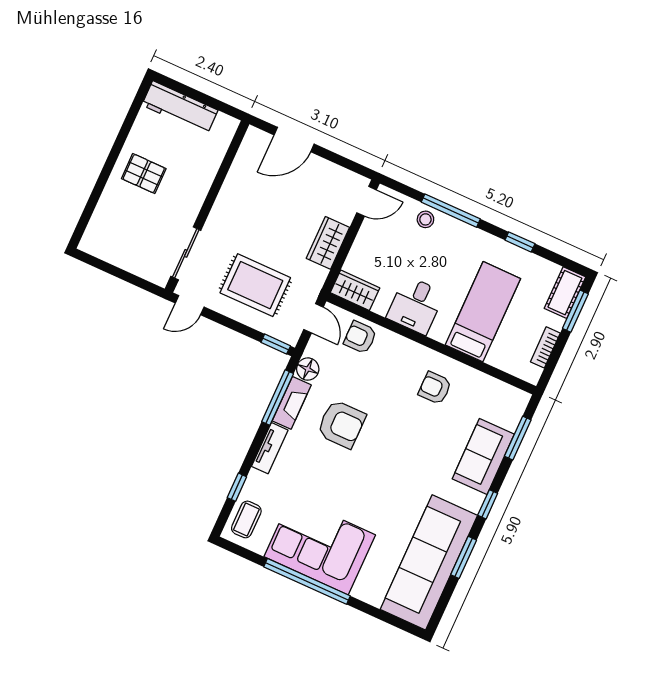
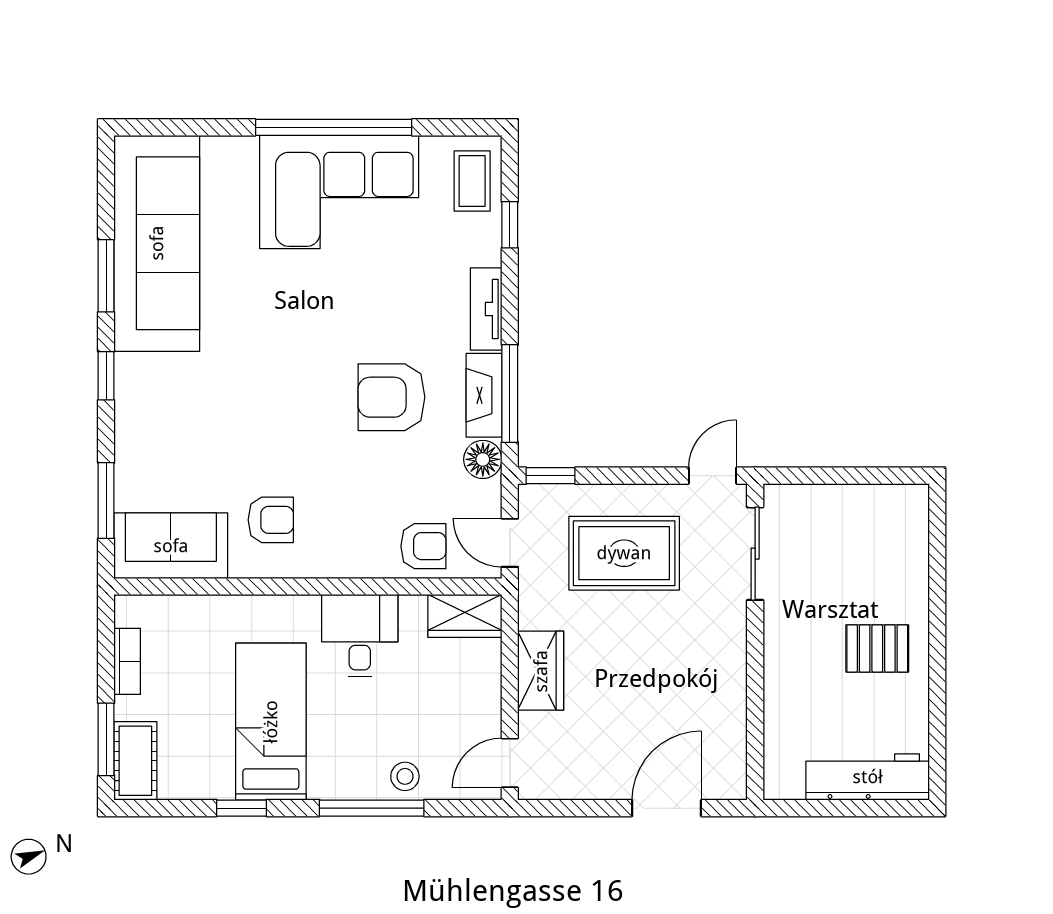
bed: (483, 312) -> (271, 722), moved, turned 180
sofa: (483, 456) -> (171, 546), moved, turned -90

